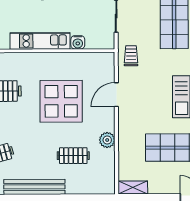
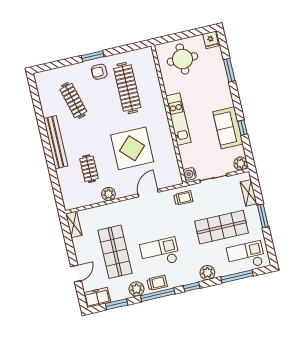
water cooler: (78, 42) -> (190, 174), moved
door: (116, 95) -> (148, 193), hinge flipped

